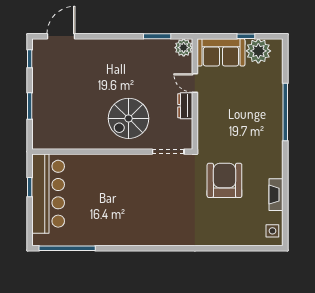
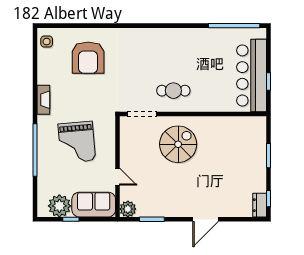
door: (61, 36) -> (206, 219), moved
dresser: (185, 106) -> (260, 205), moved, turned 180
grand piano: (240, 121) -> (77, 142), added
cafe table: (134, 177) -> (173, 91), added
armchair: (224, 180) -> (88, 58), moved
fireplace: (276, 195) -> (43, 100), moved

